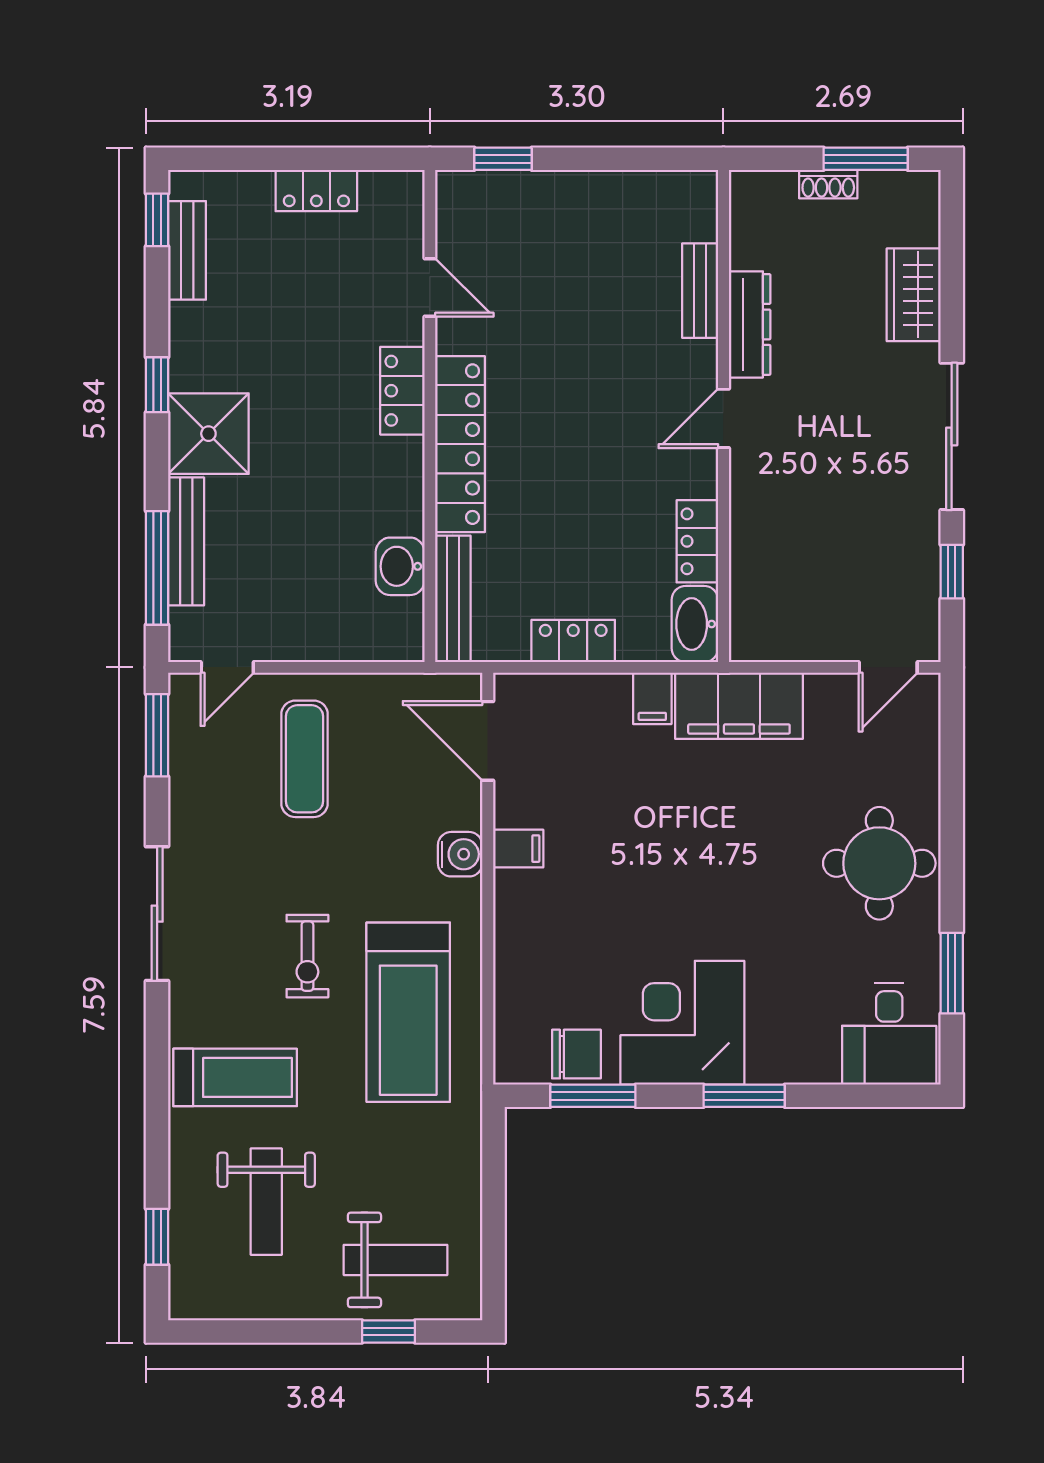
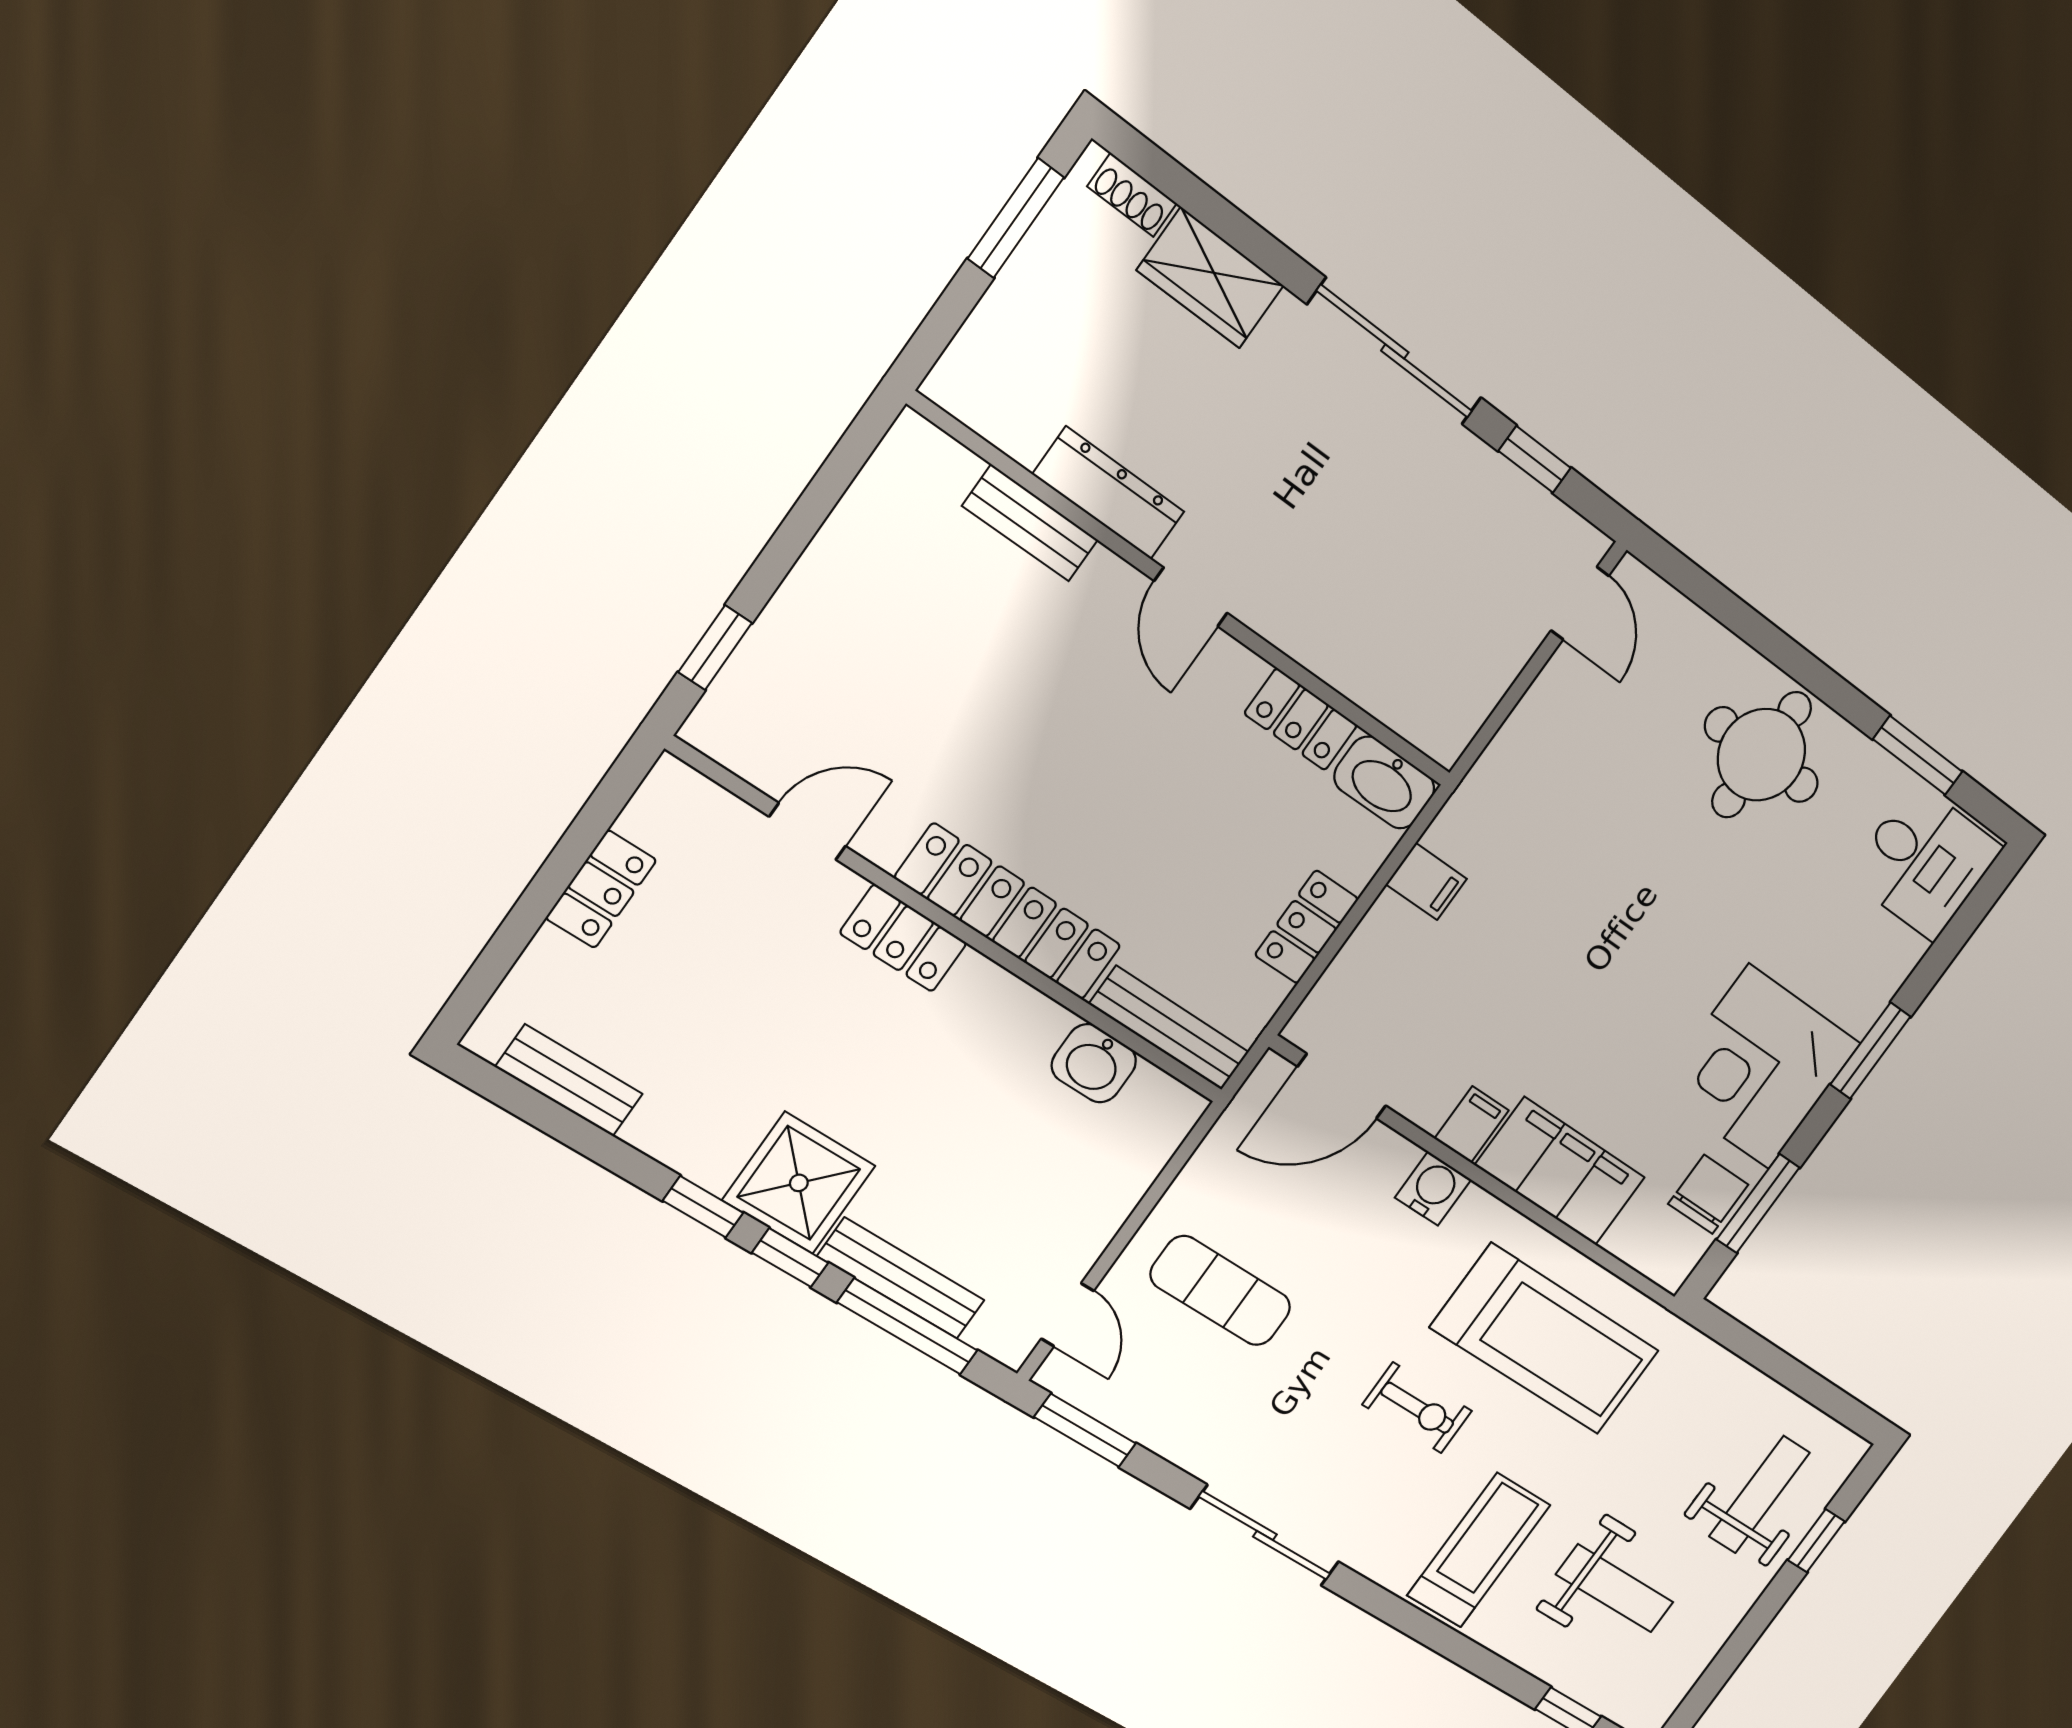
shoe rack: (828, 184) -> (1132, 195), moved, turned 90
window: (157, 220) -> (790, 1258), moved
filing cabinet: (739, 706) -> (1560, 1171), moved, turned -90

